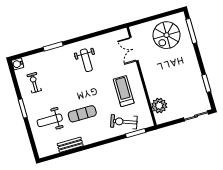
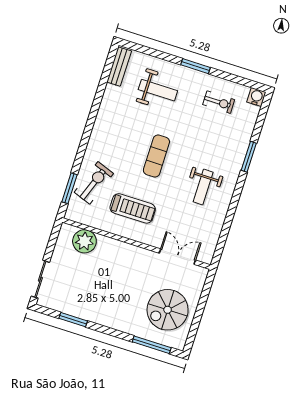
spiral stairs: (167, 35) -> (168, 310), turned -90
weight bench: (86, 60) -> (203, 187), turned -90
exercise mat: (82, 114) -> (156, 156), moved
weight bench: (50, 120) -> (158, 90), turned 90
bench: (70, 145) -> (119, 67), moved

